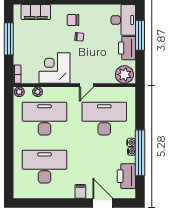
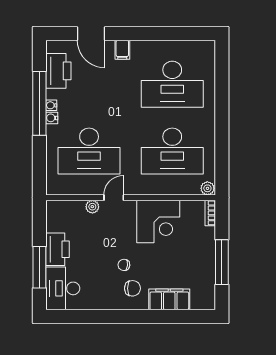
filing cabinet: (36, 12) -> (169, 299), moved
plant: (124, 74) -> (92, 207), moved, width x0.53, depth x0.53
plant: (38, 92) -> (182, 188), removed

